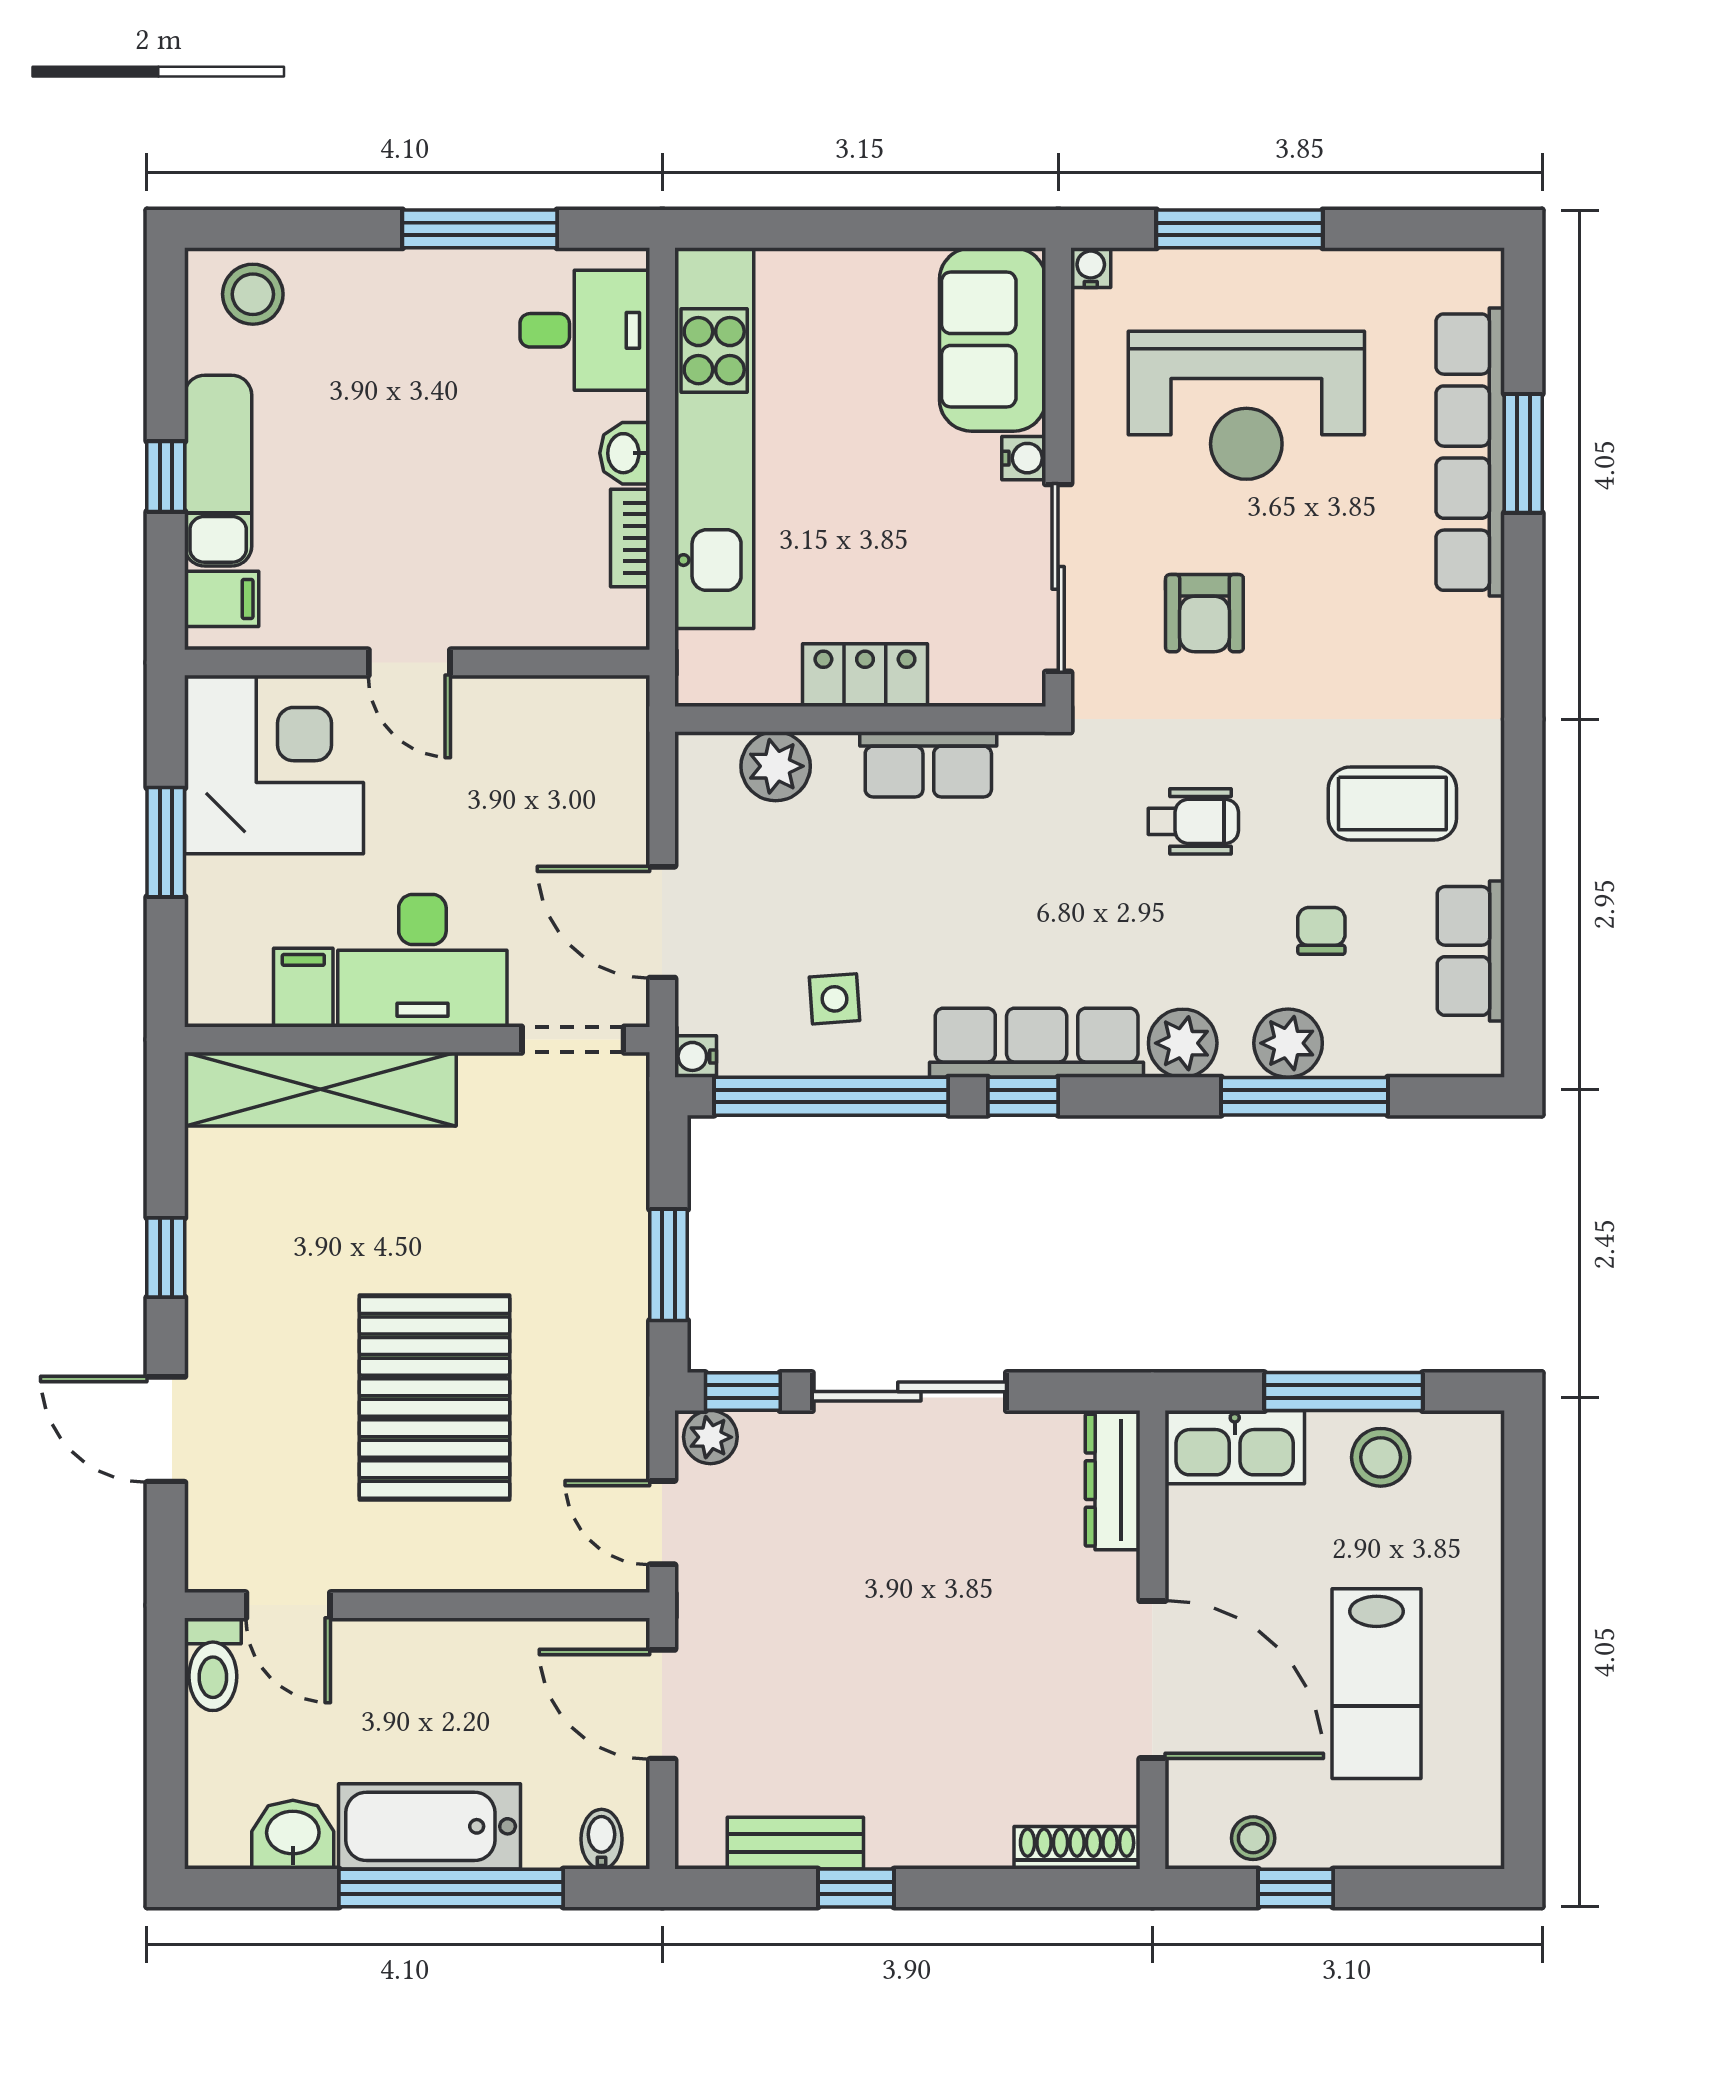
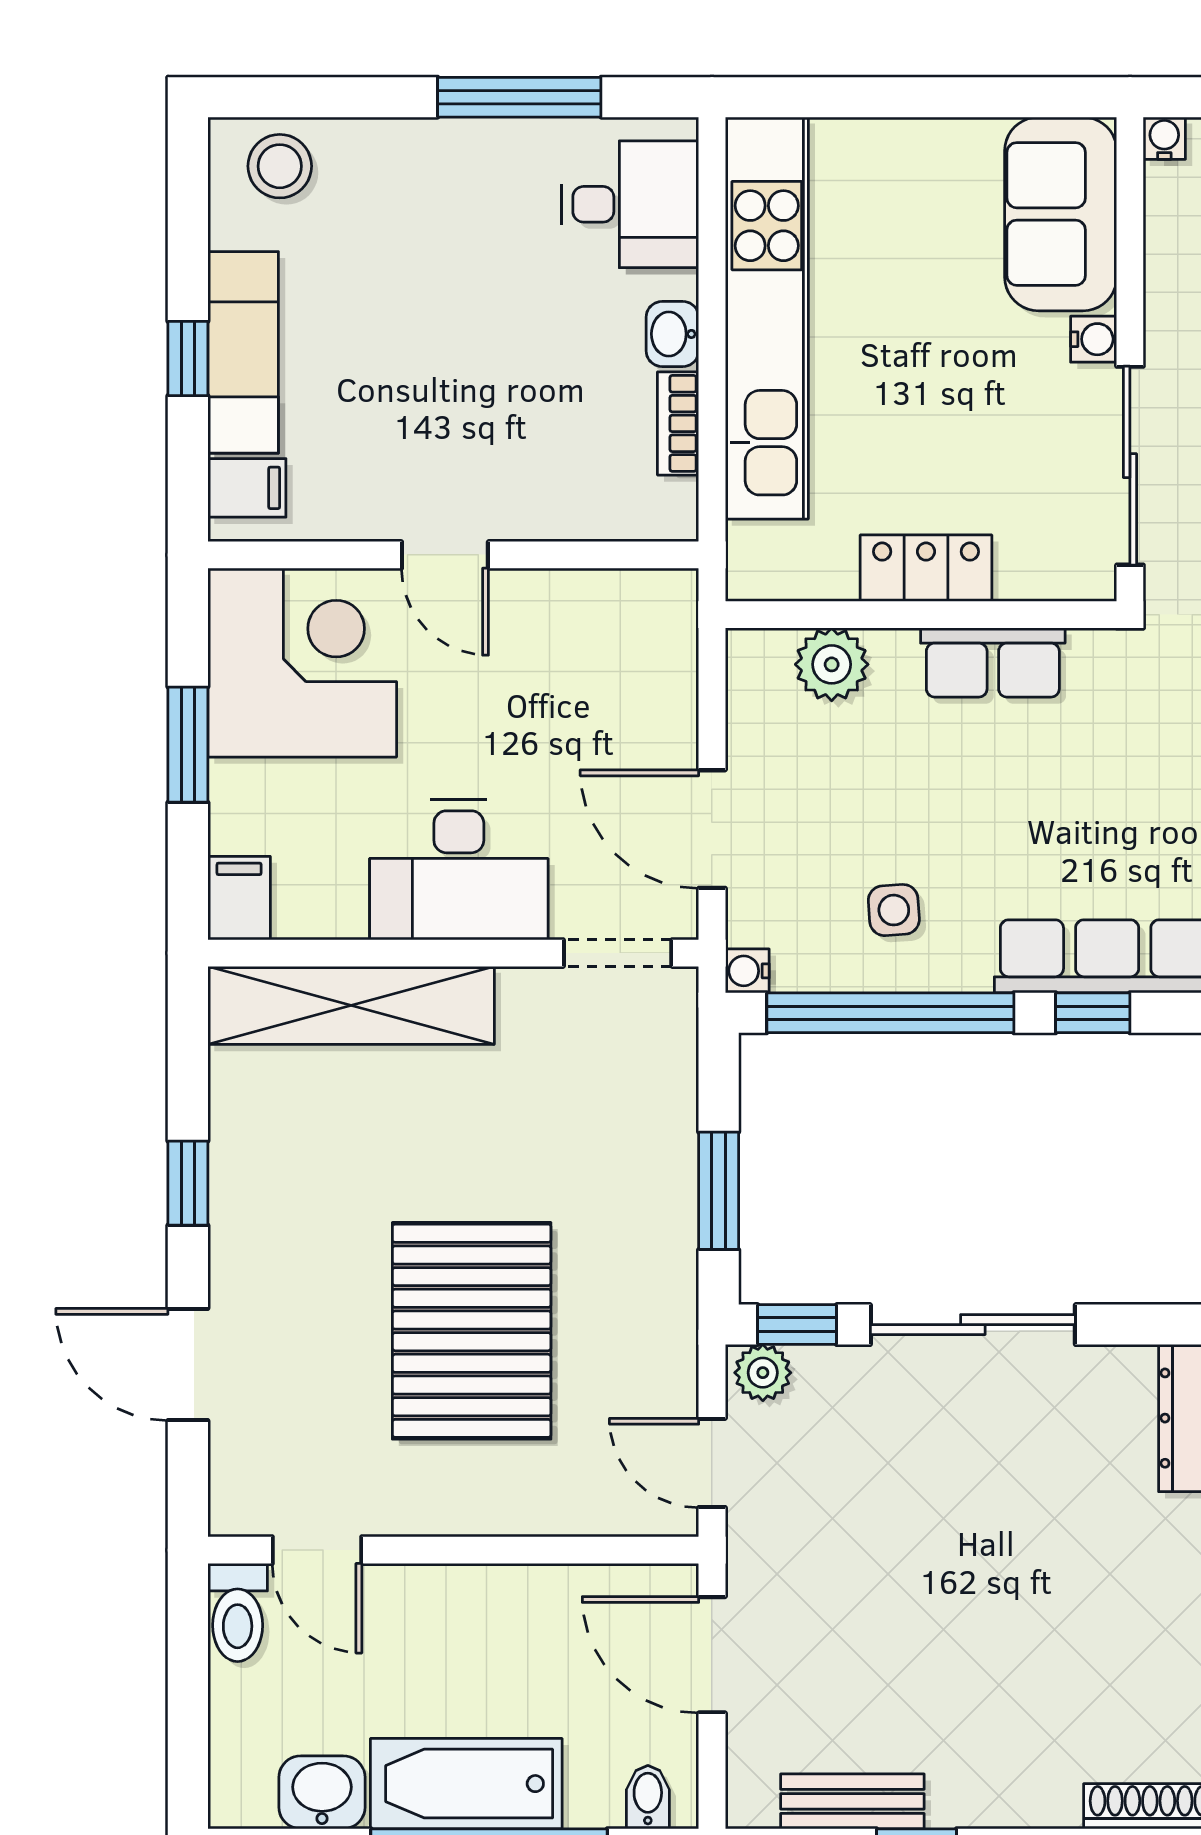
filing cabinet: (303, 988) -> (239, 898), moved

